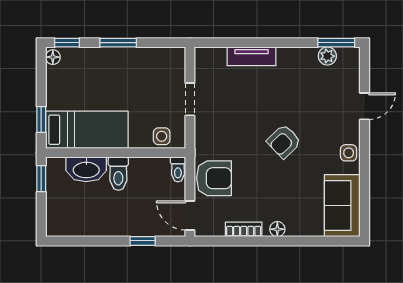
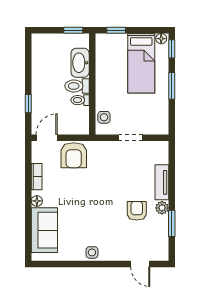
window: (336, 43) -> (172, 223), moved
plant: (327, 56) -> (162, 208), moved
door: (365, 106) -> (140, 264), moved
bed: (87, 130) -> (141, 63), moved
armchair: (284, 141) -> (137, 211), moved, turned 44
toilet: (178, 169) -> (80, 100), moved
sofa: (342, 206) -> (44, 230), moved, turned 90

